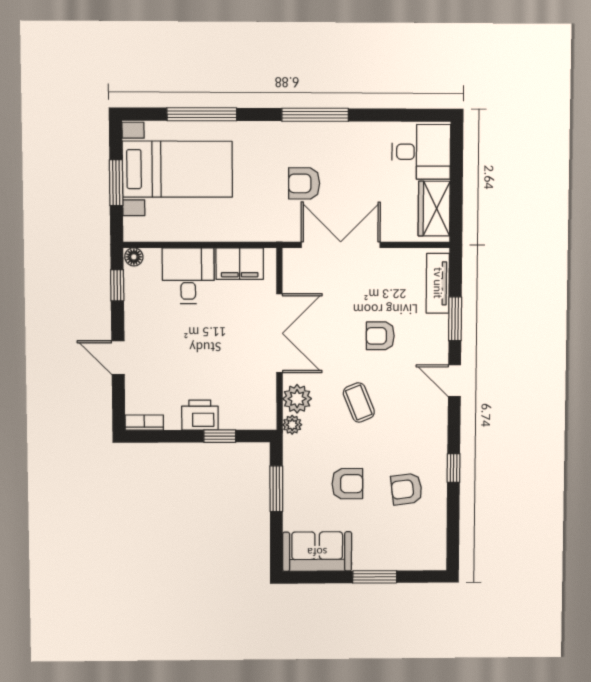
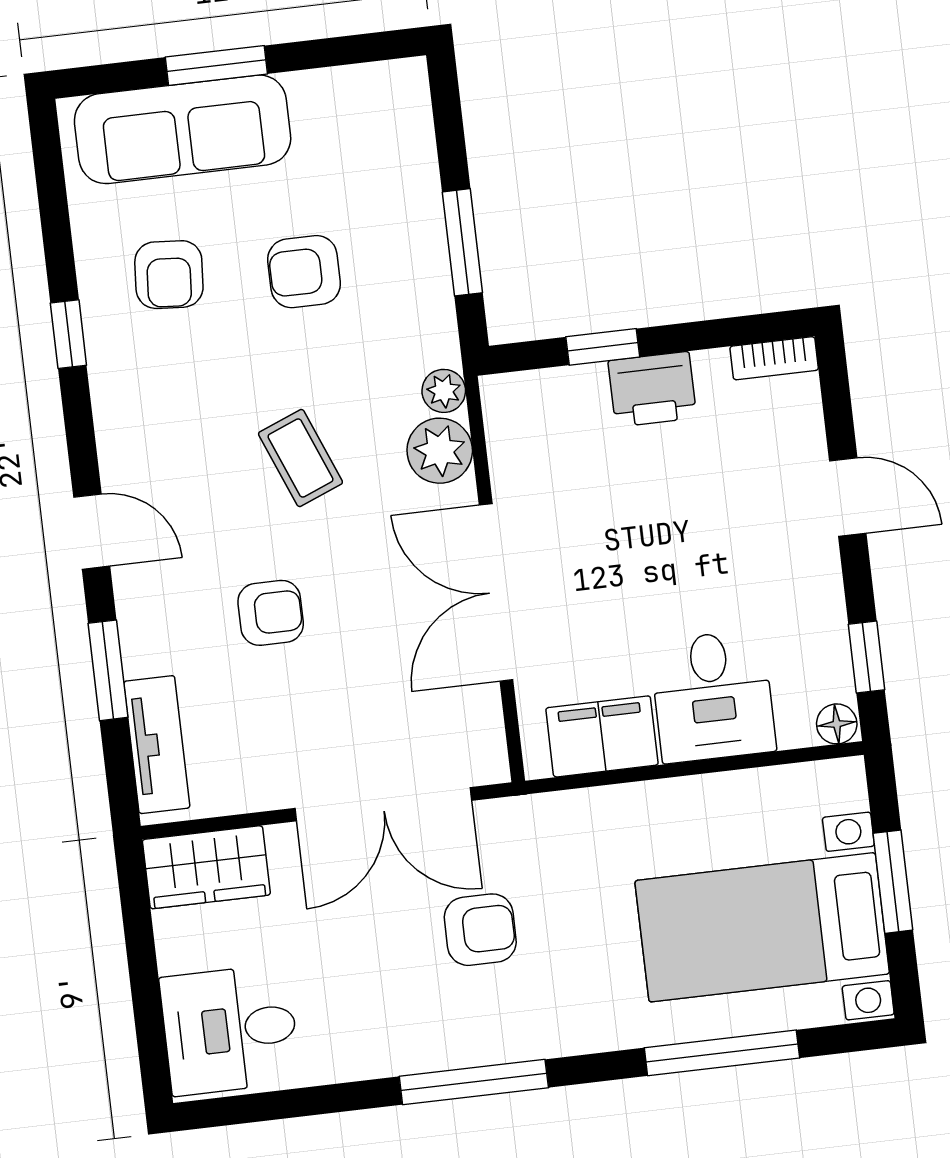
wardrobe: (434, 209) -> (206, 867), moved, turned 90
armchair: (407, 489) -> (169, 275), turned 101
sofa: (317, 552) -> (183, 129), moved, width x1.36

